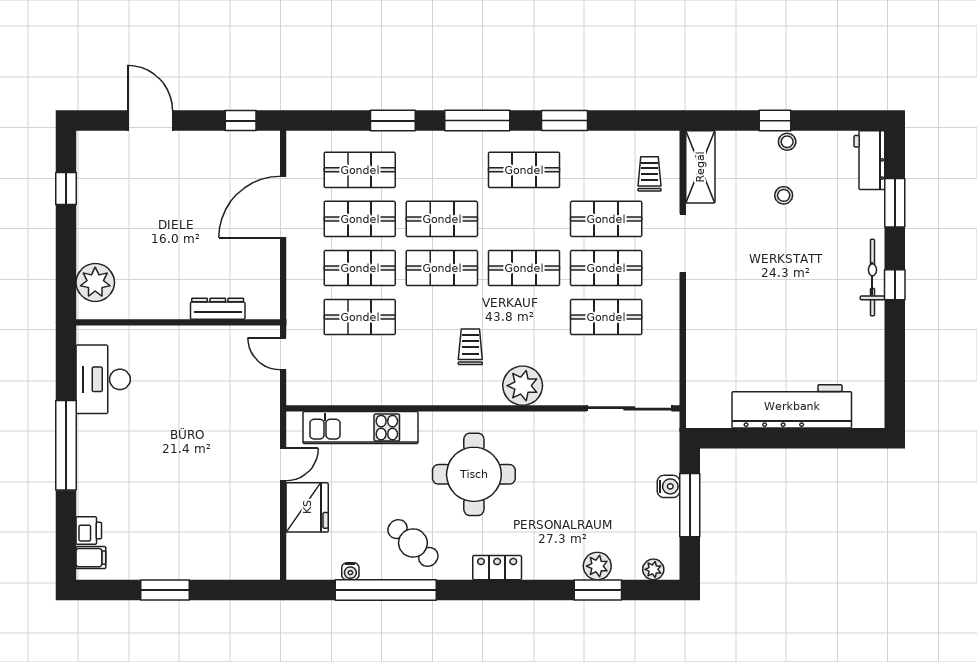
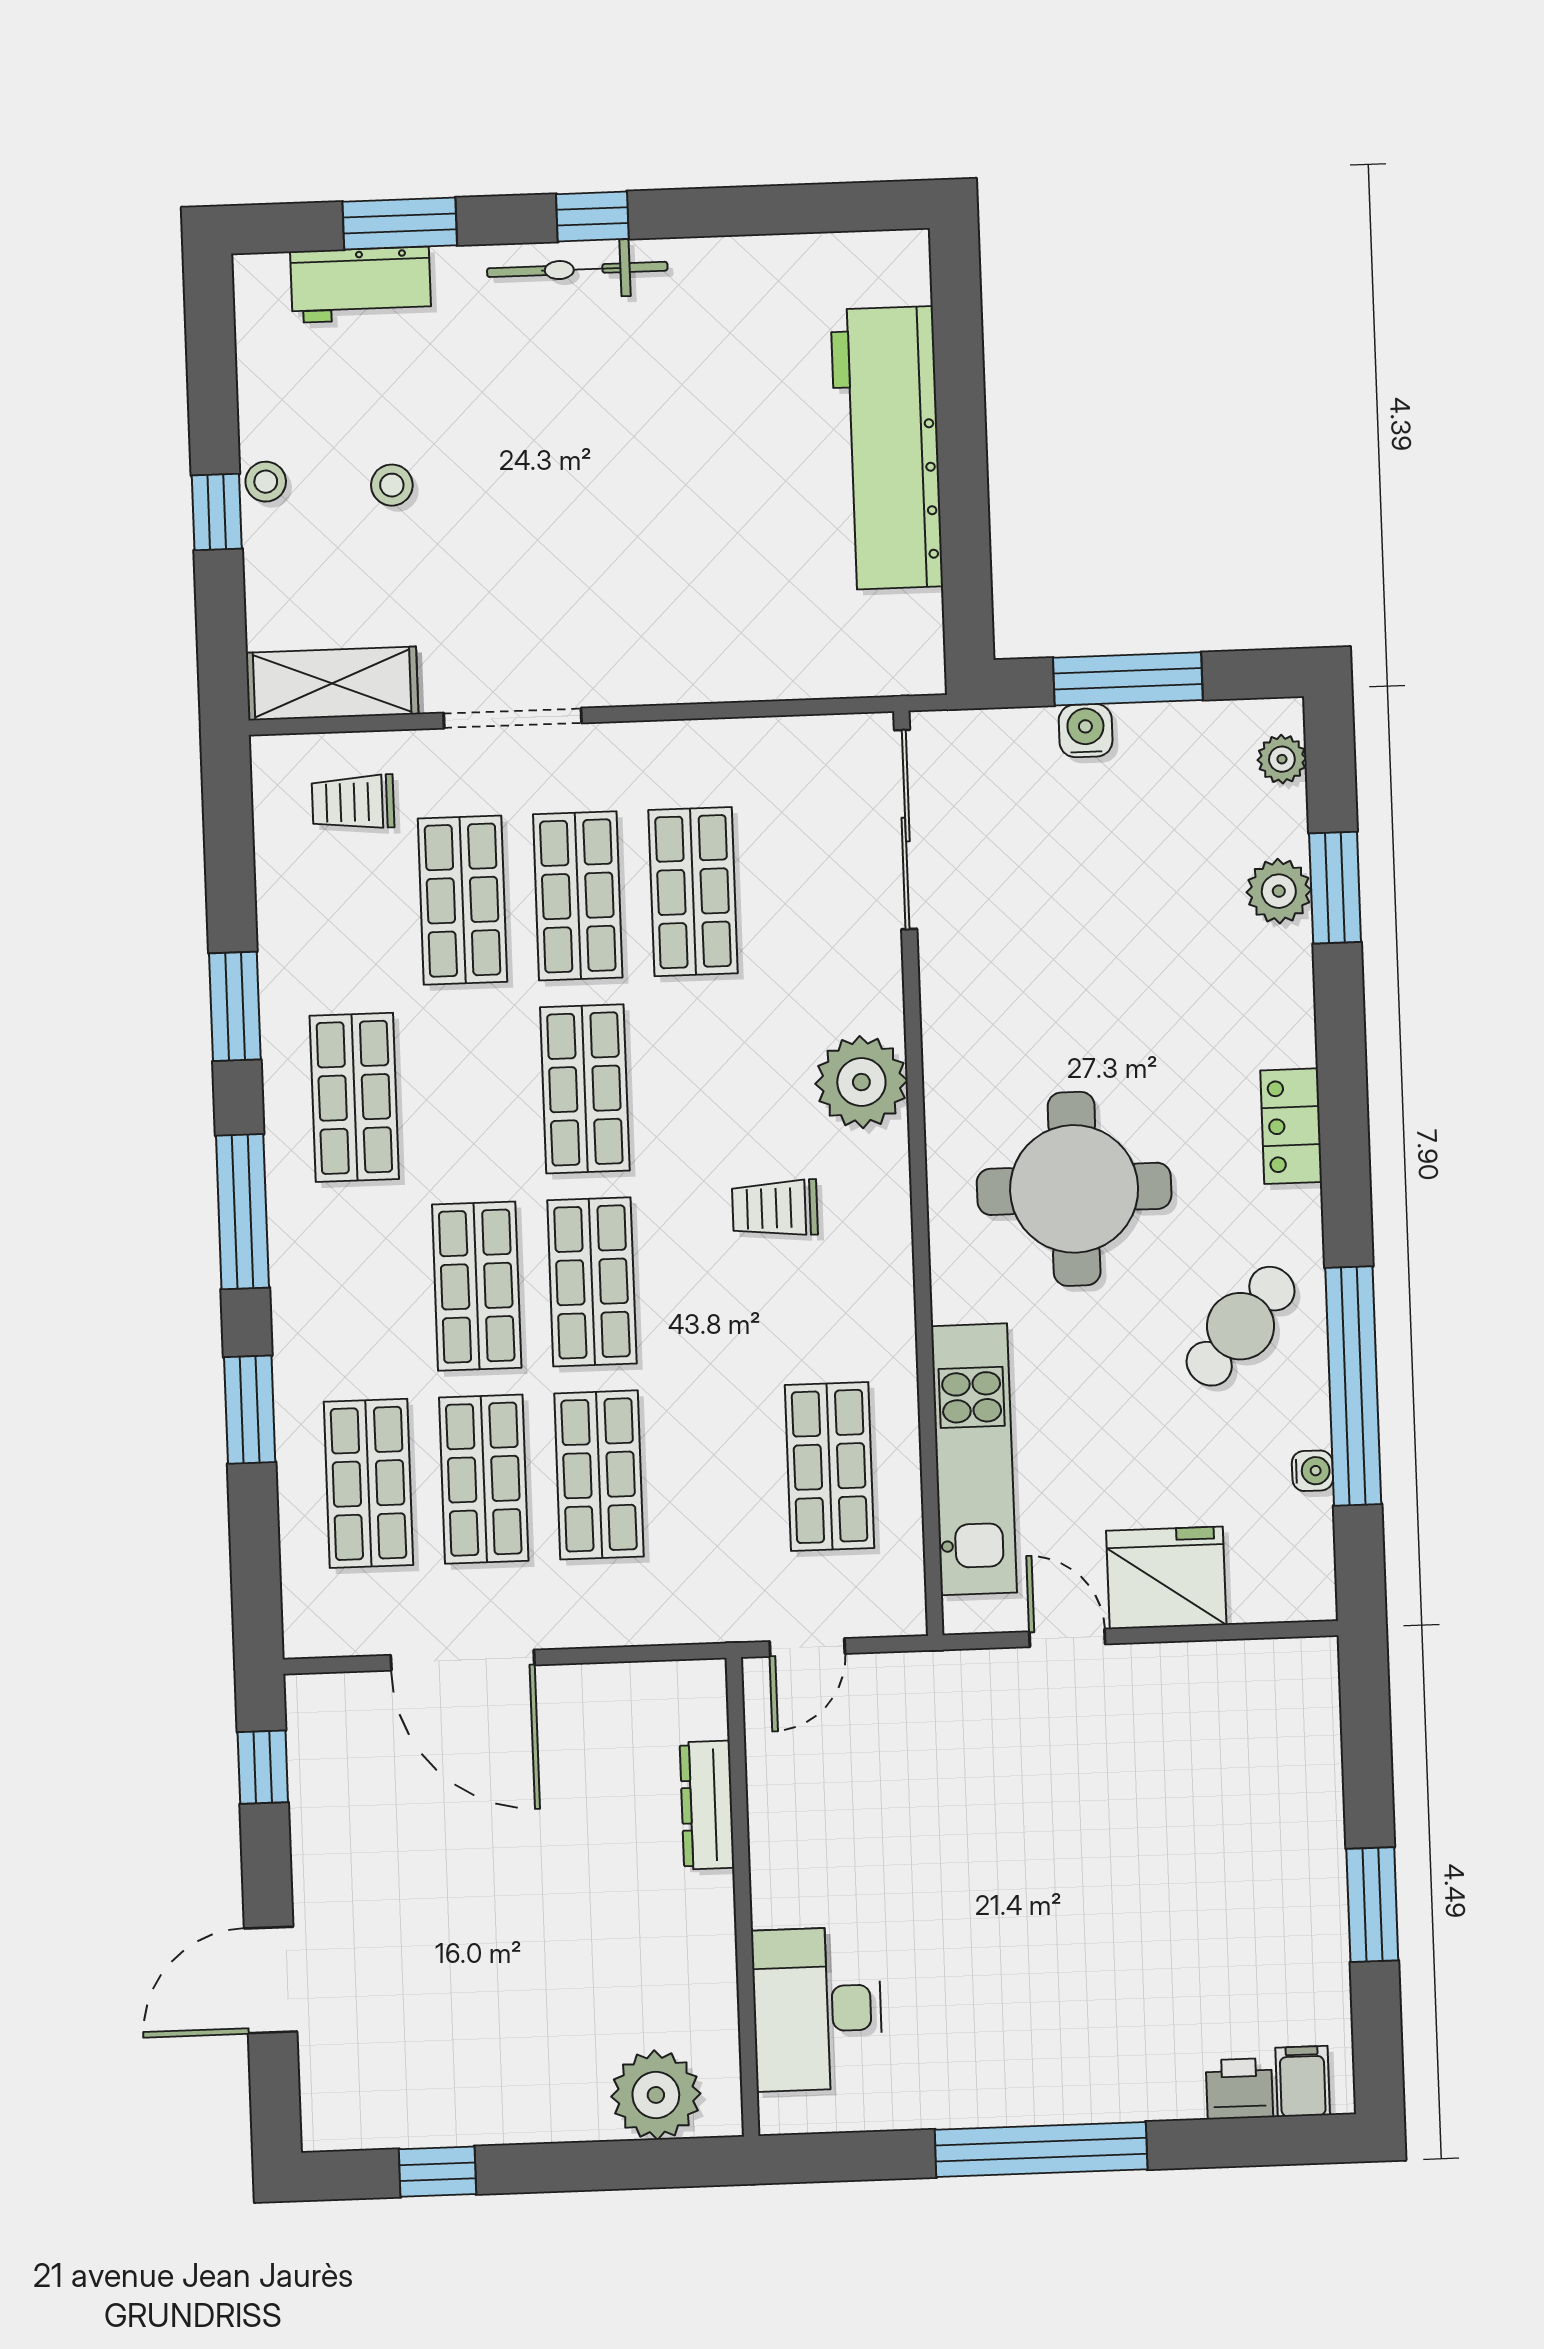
workbench: (869, 160) -> (361, 285), moved
shop shelf: (360, 317) -> (830, 1466), moved
desk: (103, 379) -> (817, 2009), moved, turned 90

